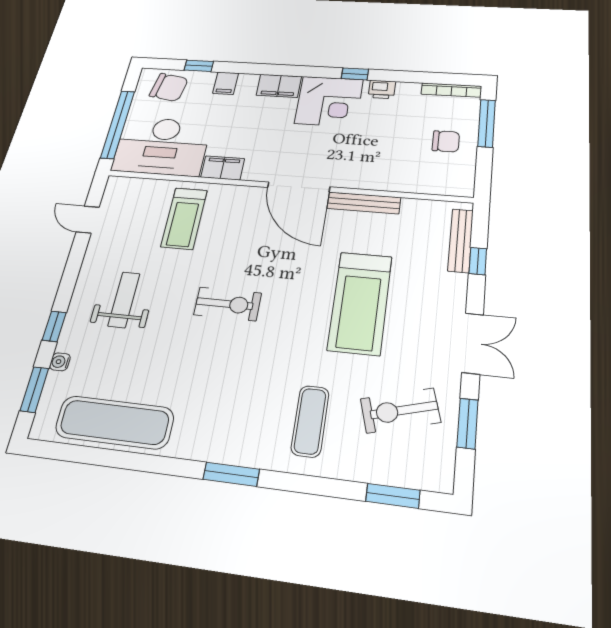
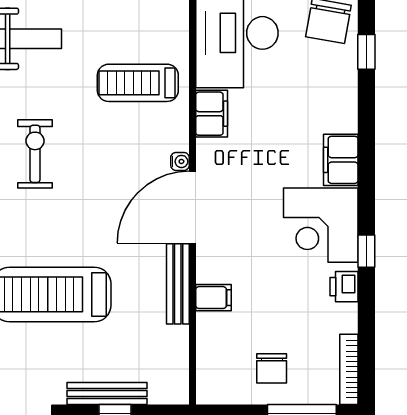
filing cabinet: (226, 83) -> (214, 298), moved, turned 180
water cooler: (258, 193) -> (180, 161), added
bench: (461, 240) -> (107, 393), moved
exercise bike: (228, 304) -> (35, 154), turned 180

